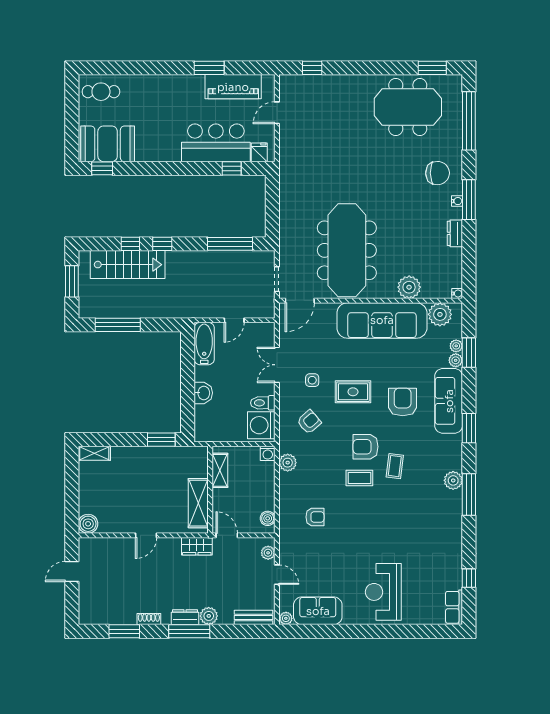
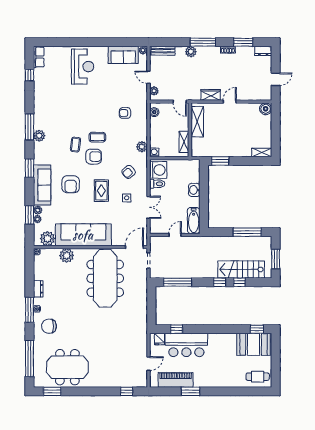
rug: (353, 392) -> (101, 191), turned 90
wardrobe: (197, 546) -> (211, 95), moved
dresser: (185, 617) -> (263, 51), moved

